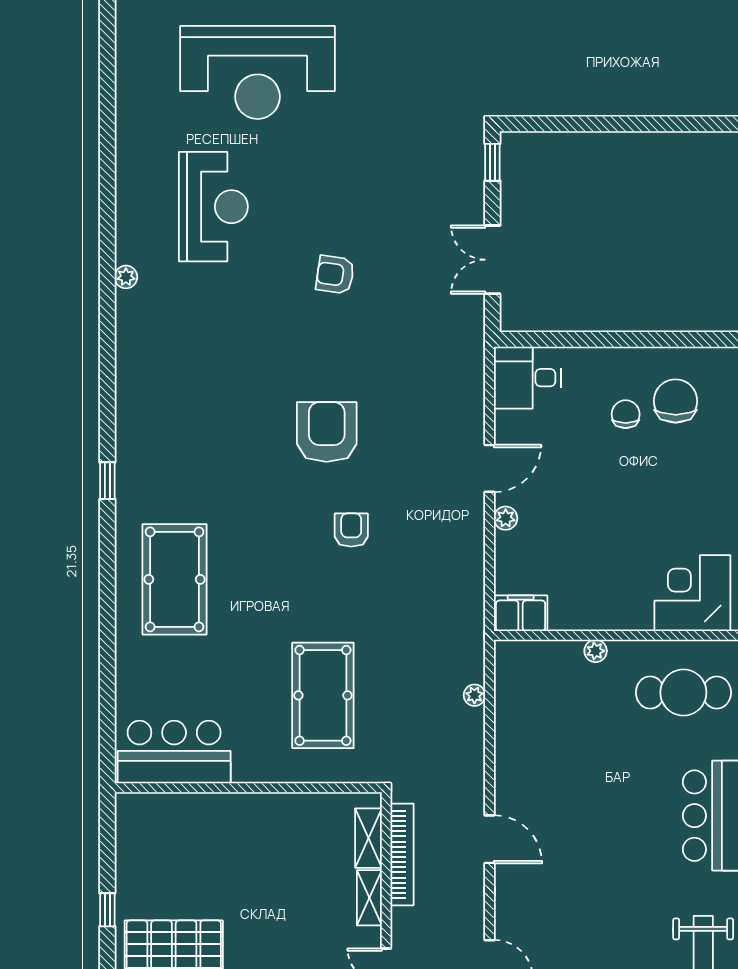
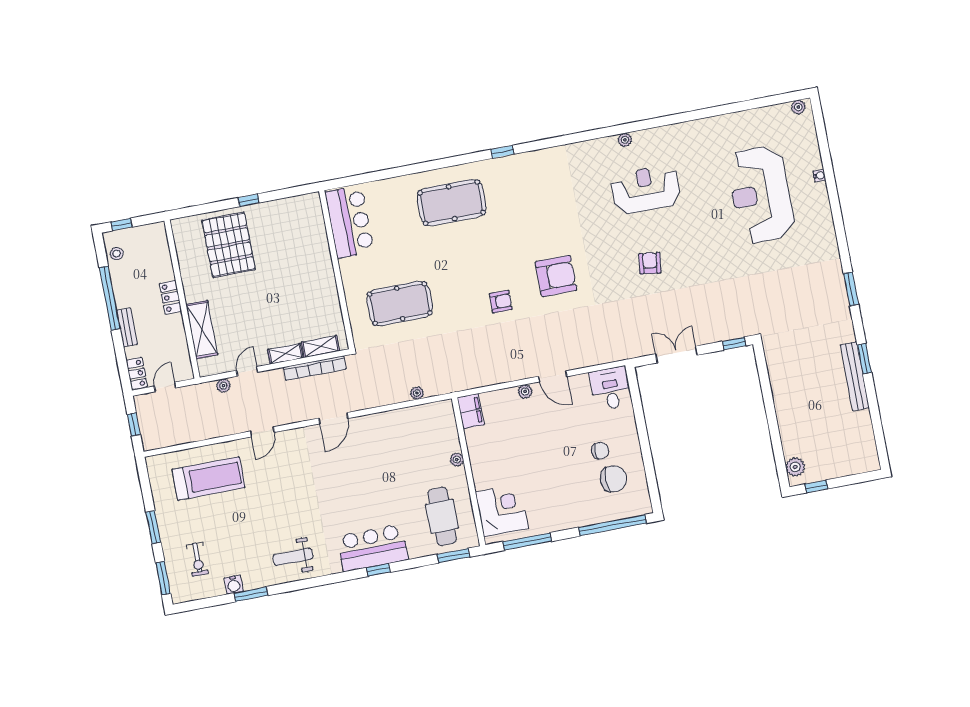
plant: (713, 101) -> (795, 467), added
reception desk: (213, 207) -> (646, 189), moved, turned 180

